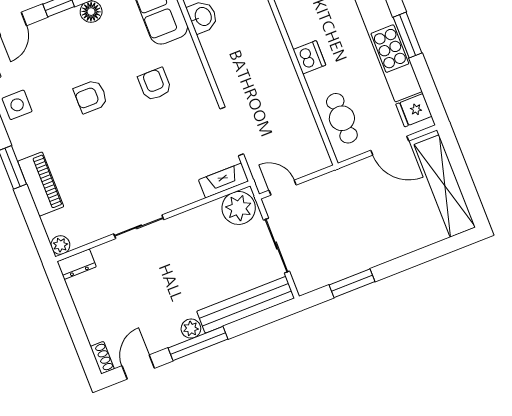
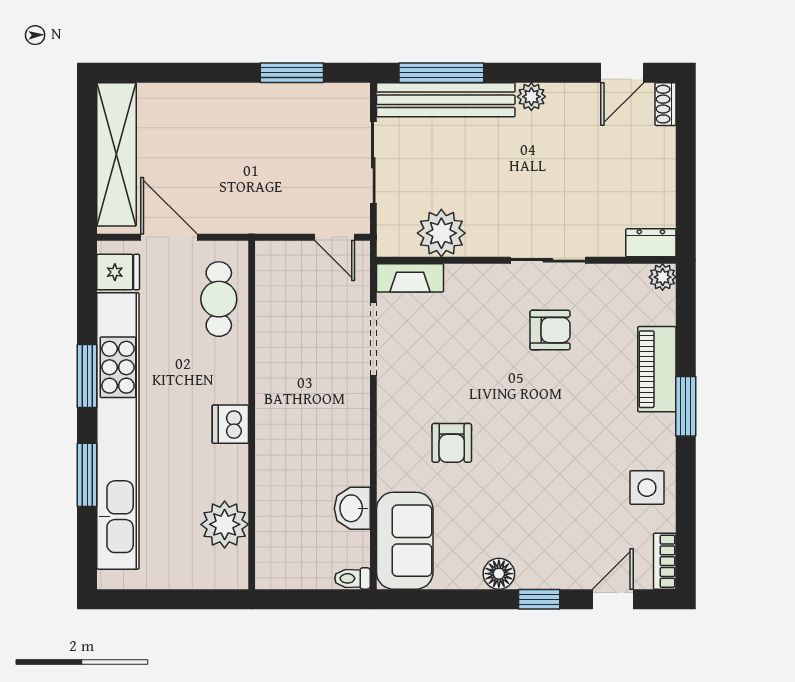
dishwasher: (309, 57) -> (230, 424), moved
armchair: (91, 96) -> (550, 330), moved
plant: (239, 208) -> (441, 233), moved
window: (198, 344) -> (441, 73), moved

